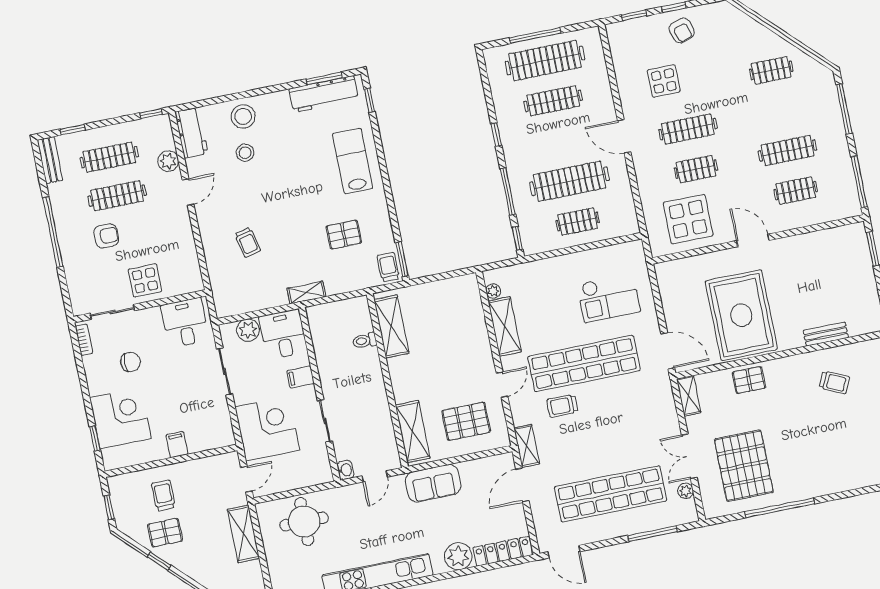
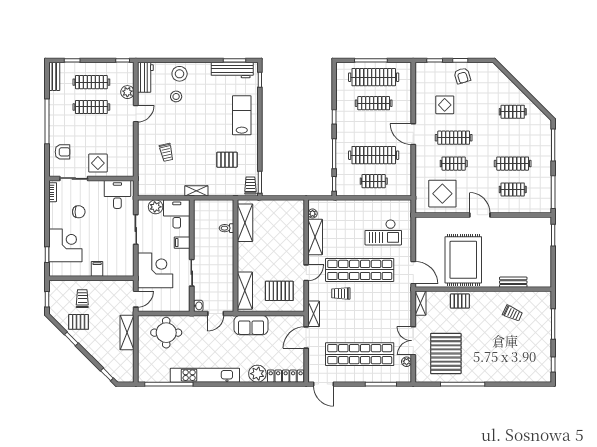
armchair: (106, 236) -> (63, 152), moved

